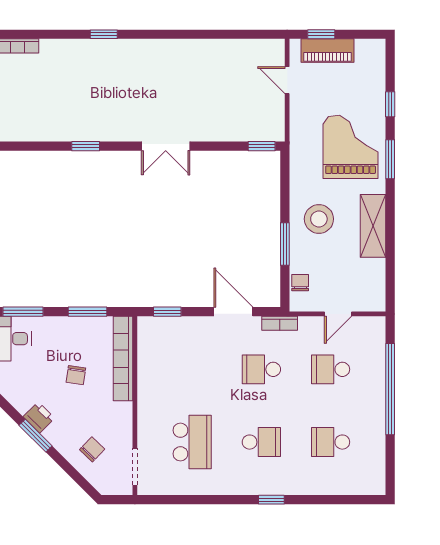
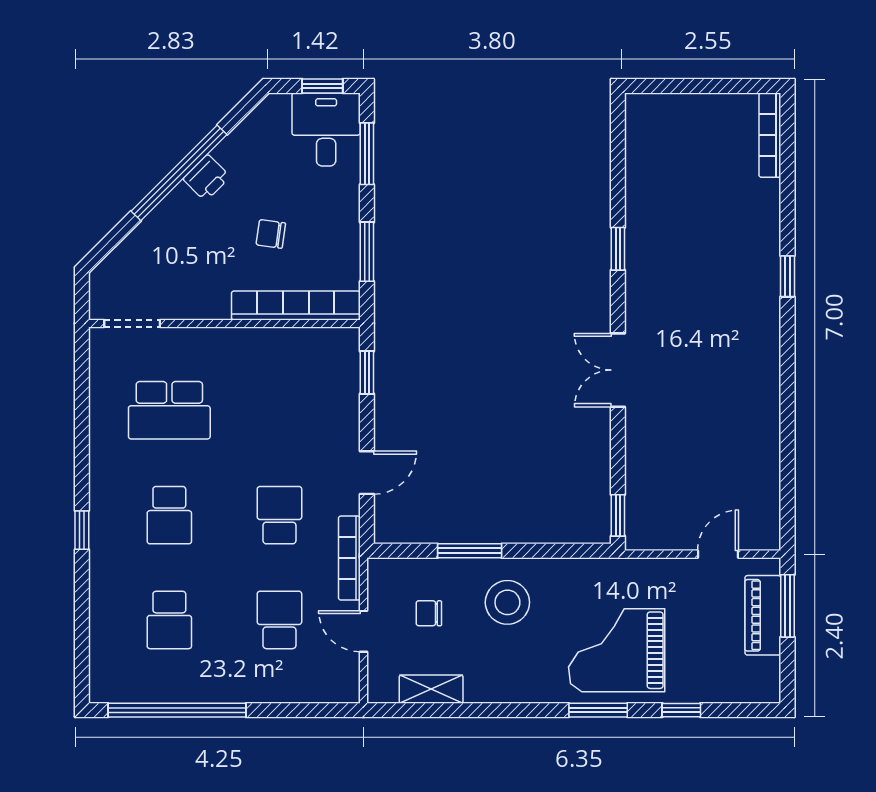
window: (321, 34) -> (788, 606), width x1.50
grand piano: (351, 147) -> (617, 650), turned 180
shelving: (373, 226) -> (431, 689), moved, width x0.67, depth x0.75
chair: (300, 283) -> (429, 613), moved, turned 180
door: (233, 312) -> (367, 473), width x0.73
bookcase: (280, 323) -> (349, 558), width x1.56
window: (390, 389) -> (177, 710), moved
window: (36, 436) -> (179, 173), width x2.11
school desk: (331, 442) -> (169, 620), turned 180
chair: (92, 449) -> (158, 259), removed

